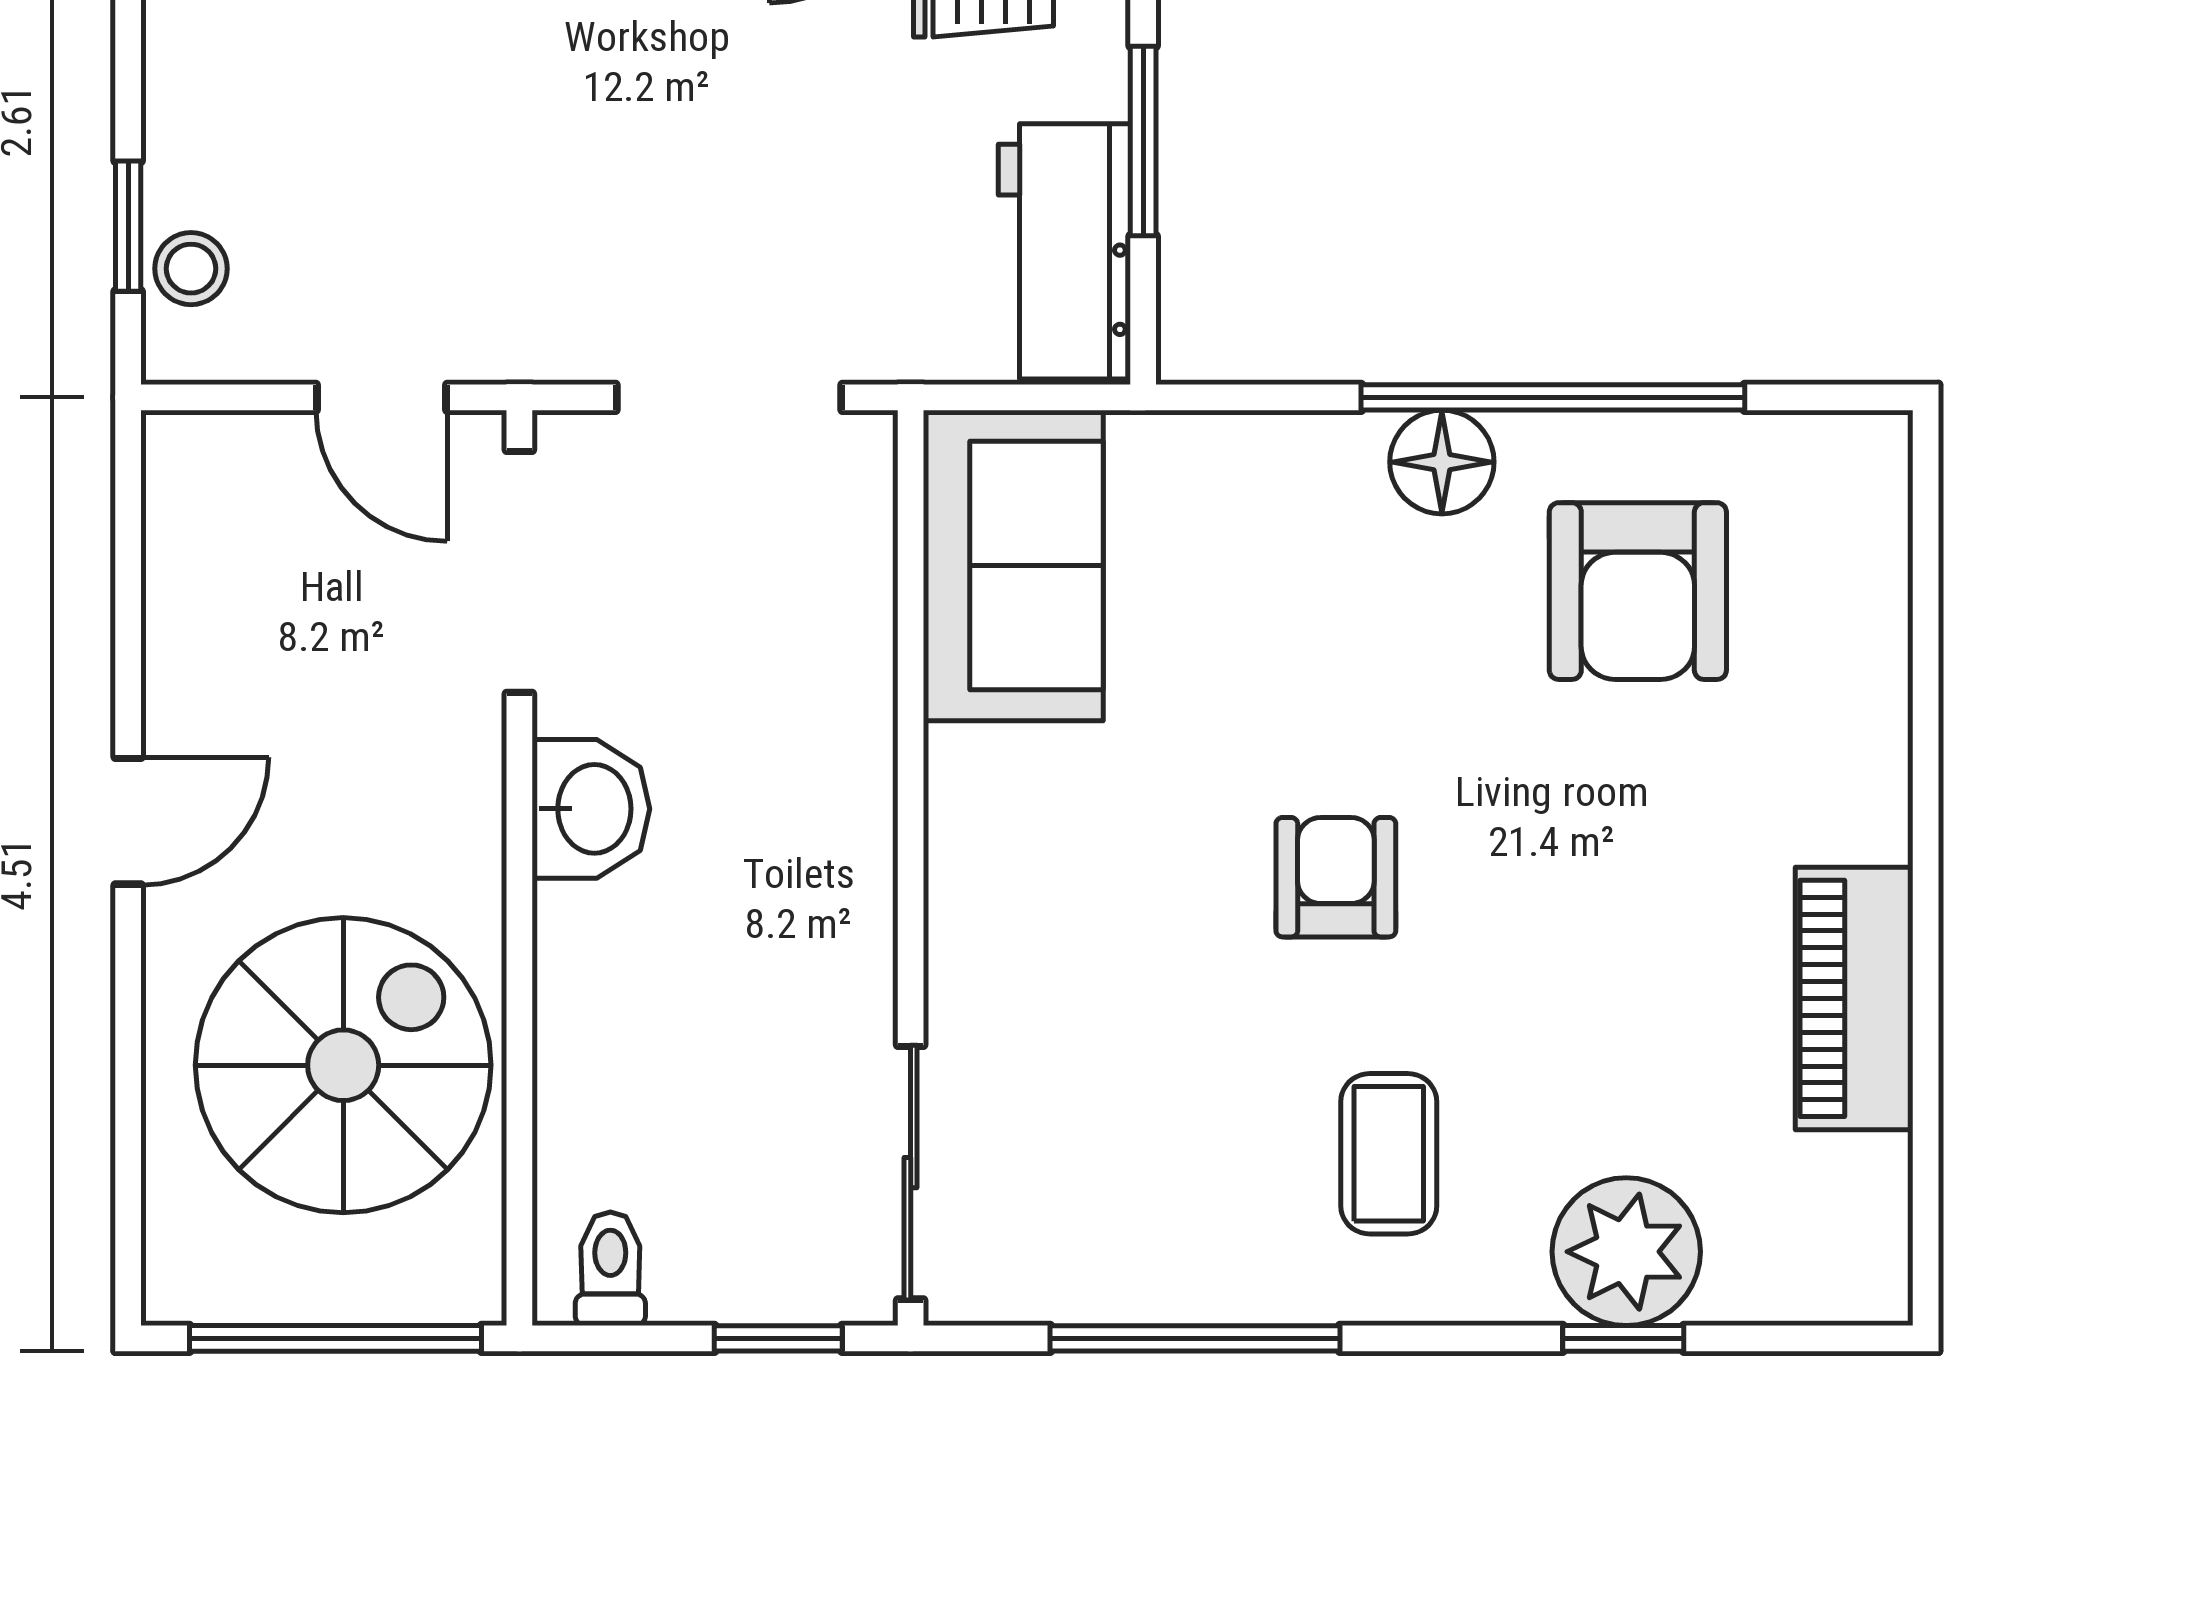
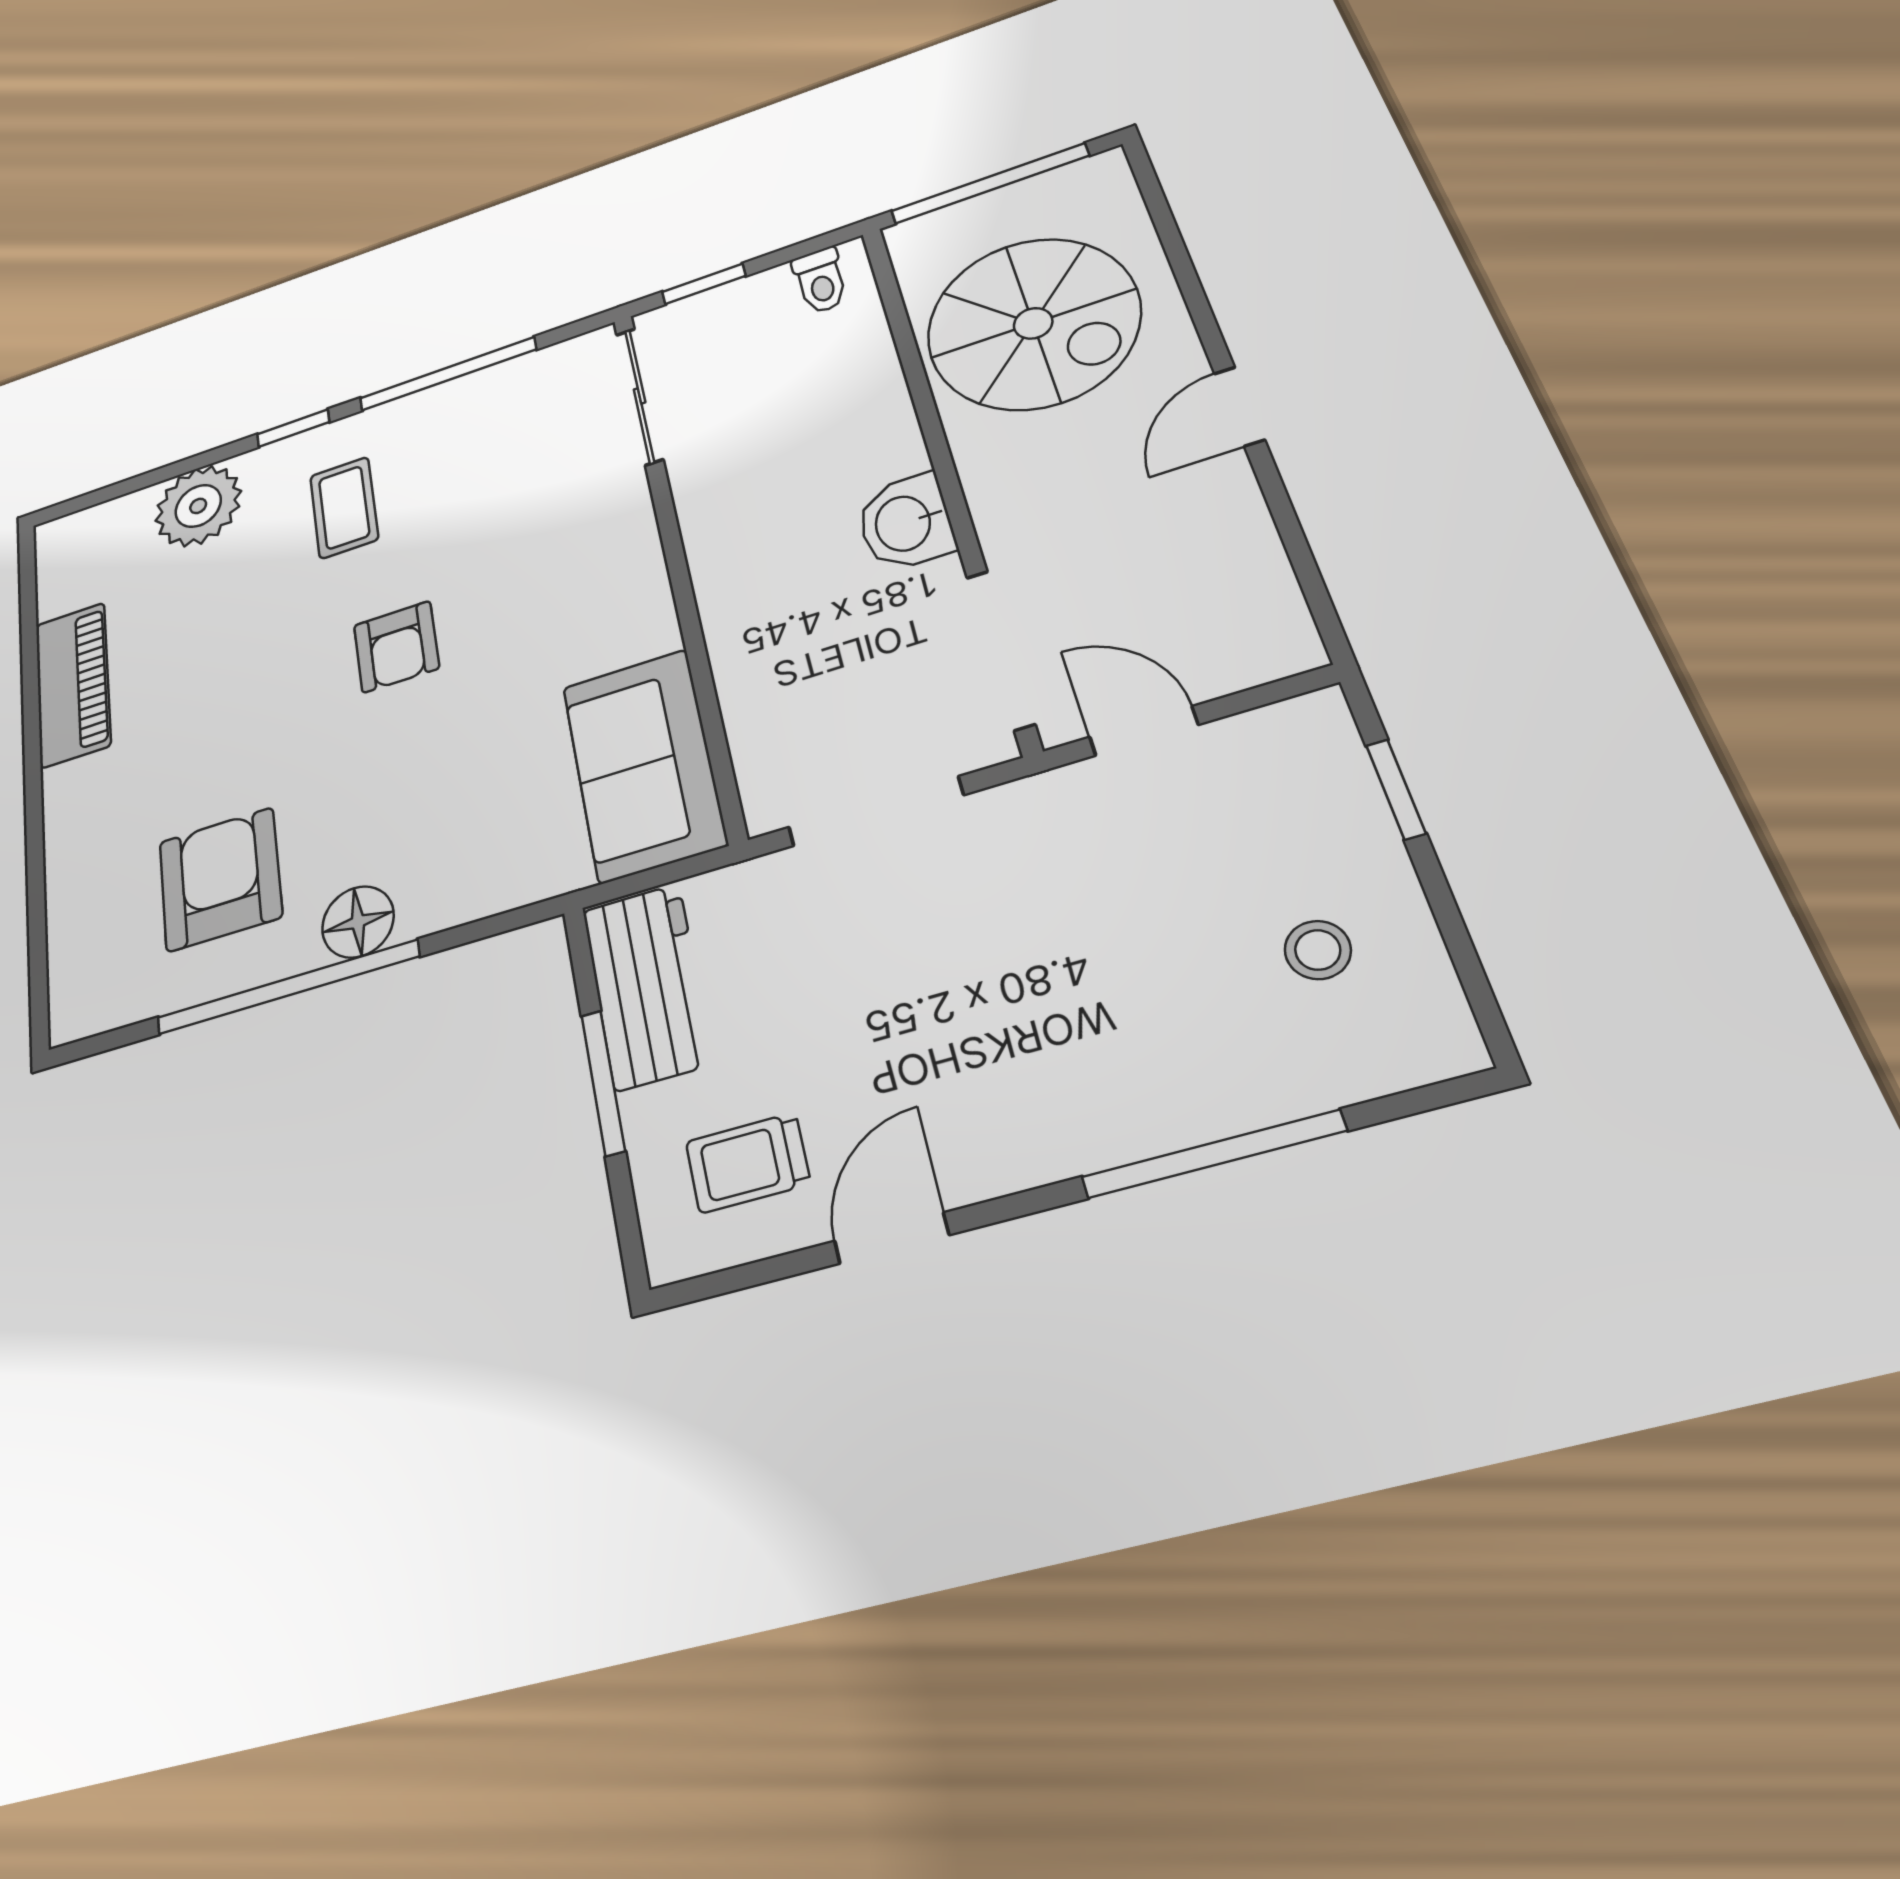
stool: (191, 269) -> (1318, 950), moved
spiral stairs: (343, 1065) -> (1033, 323), turned -90
window: (1623, 1338) -> (293, 428), moved

